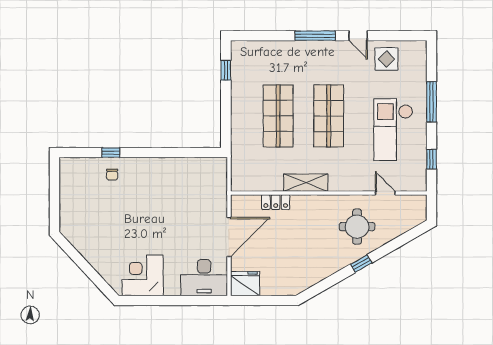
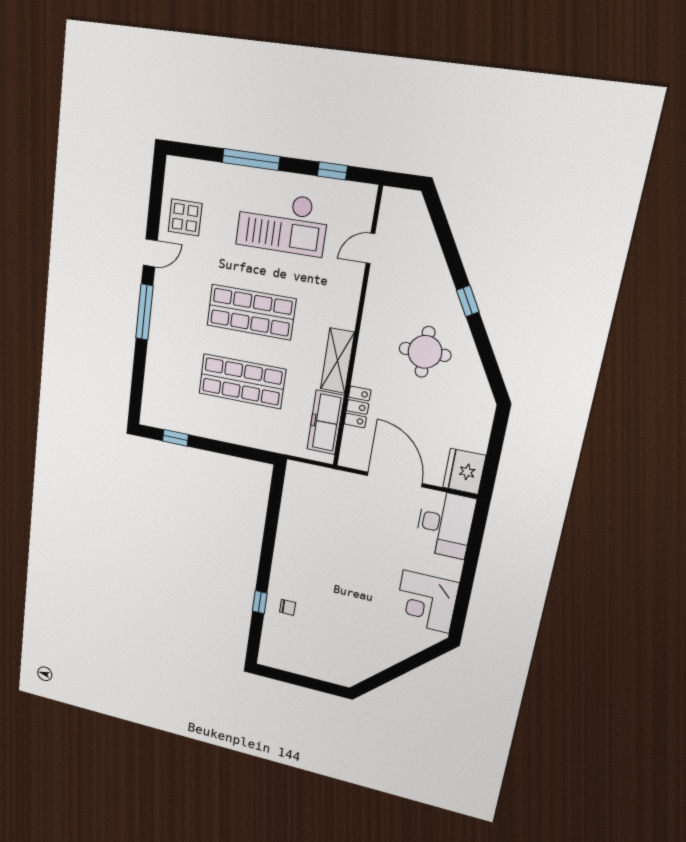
freezer: (260, 181) -> (326, 422), added
round table: (357, 227) -> (425, 352), moved

